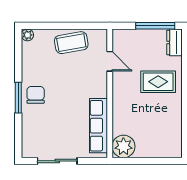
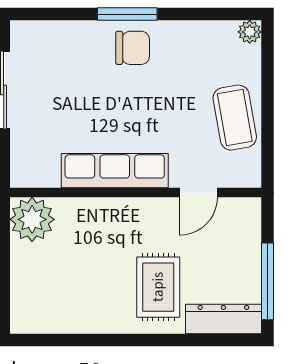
dresser: (174, 42) -> (223, 319), width x1.44
row of seats: (98, 126) -> (115, 171), moved

